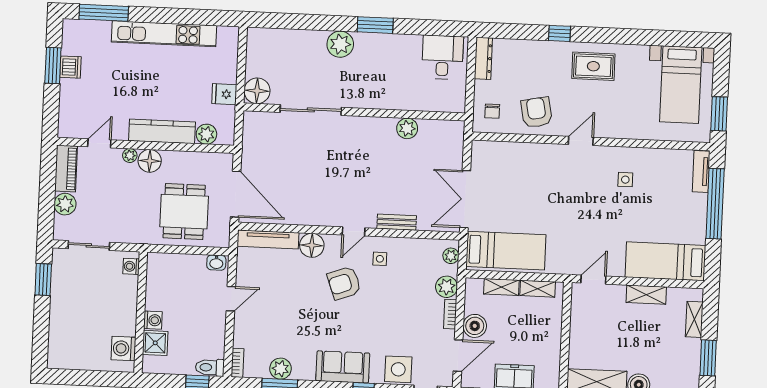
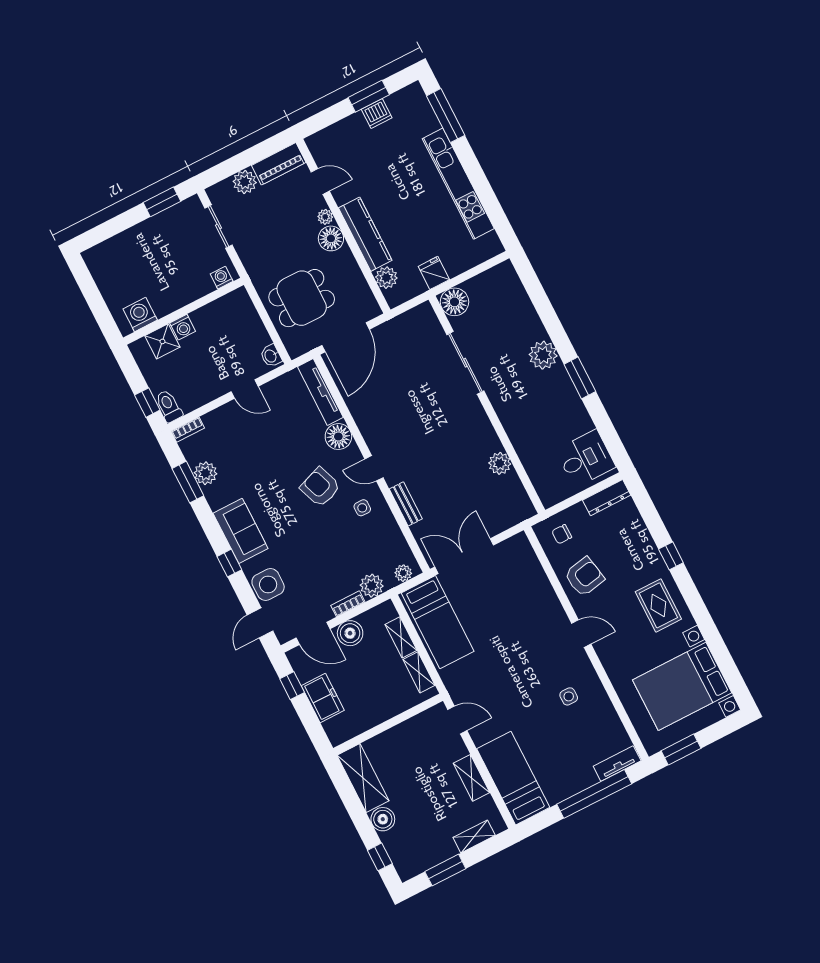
bed with nightstands: (681, 85) -> (682, 686), width x1.36

